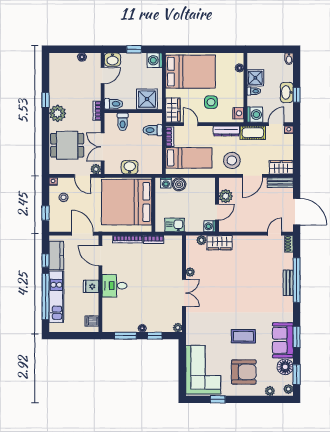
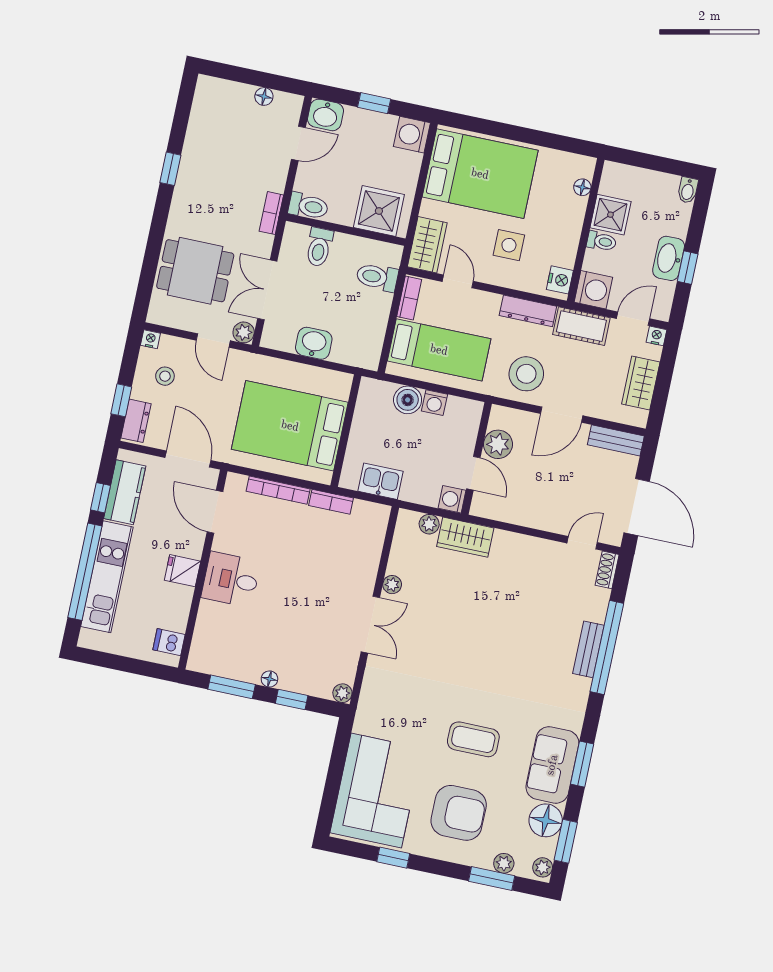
plant: (58, 113) -> (189, 201), removed
wardrobe: (281, 167) -> (641, 383), moved, turned -90
washing machine: (166, 183) -> (434, 403), moved
bed: (127, 202) -> (290, 426), width x0.73
door: (217, 212) -> (473, 473), hinge flipped
dresser: (54, 221) -> (136, 421), added
window: (266, 399) -> (492, 879), added

